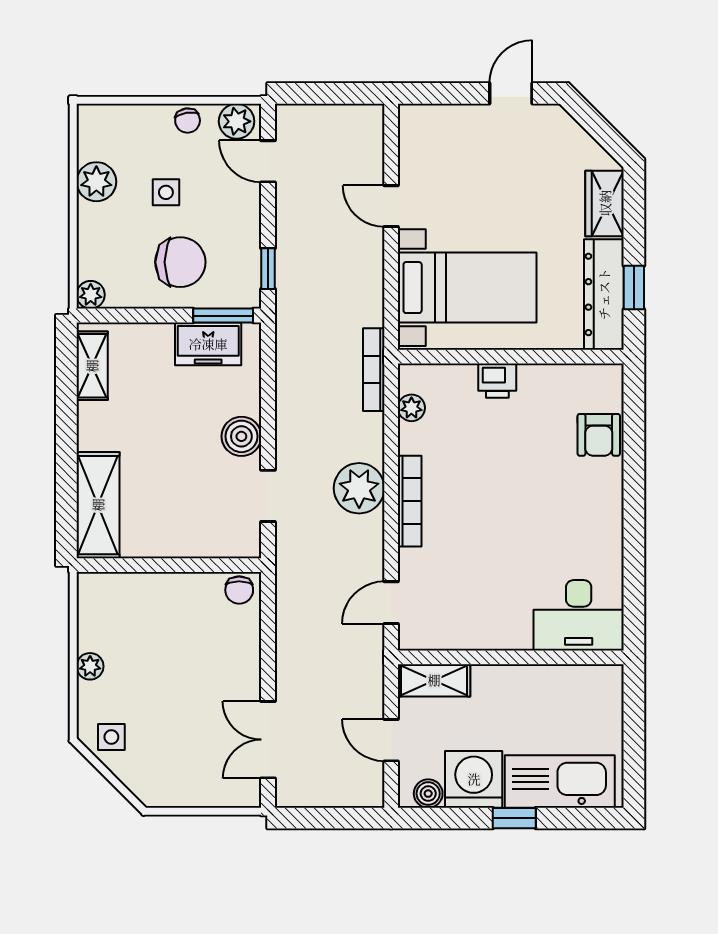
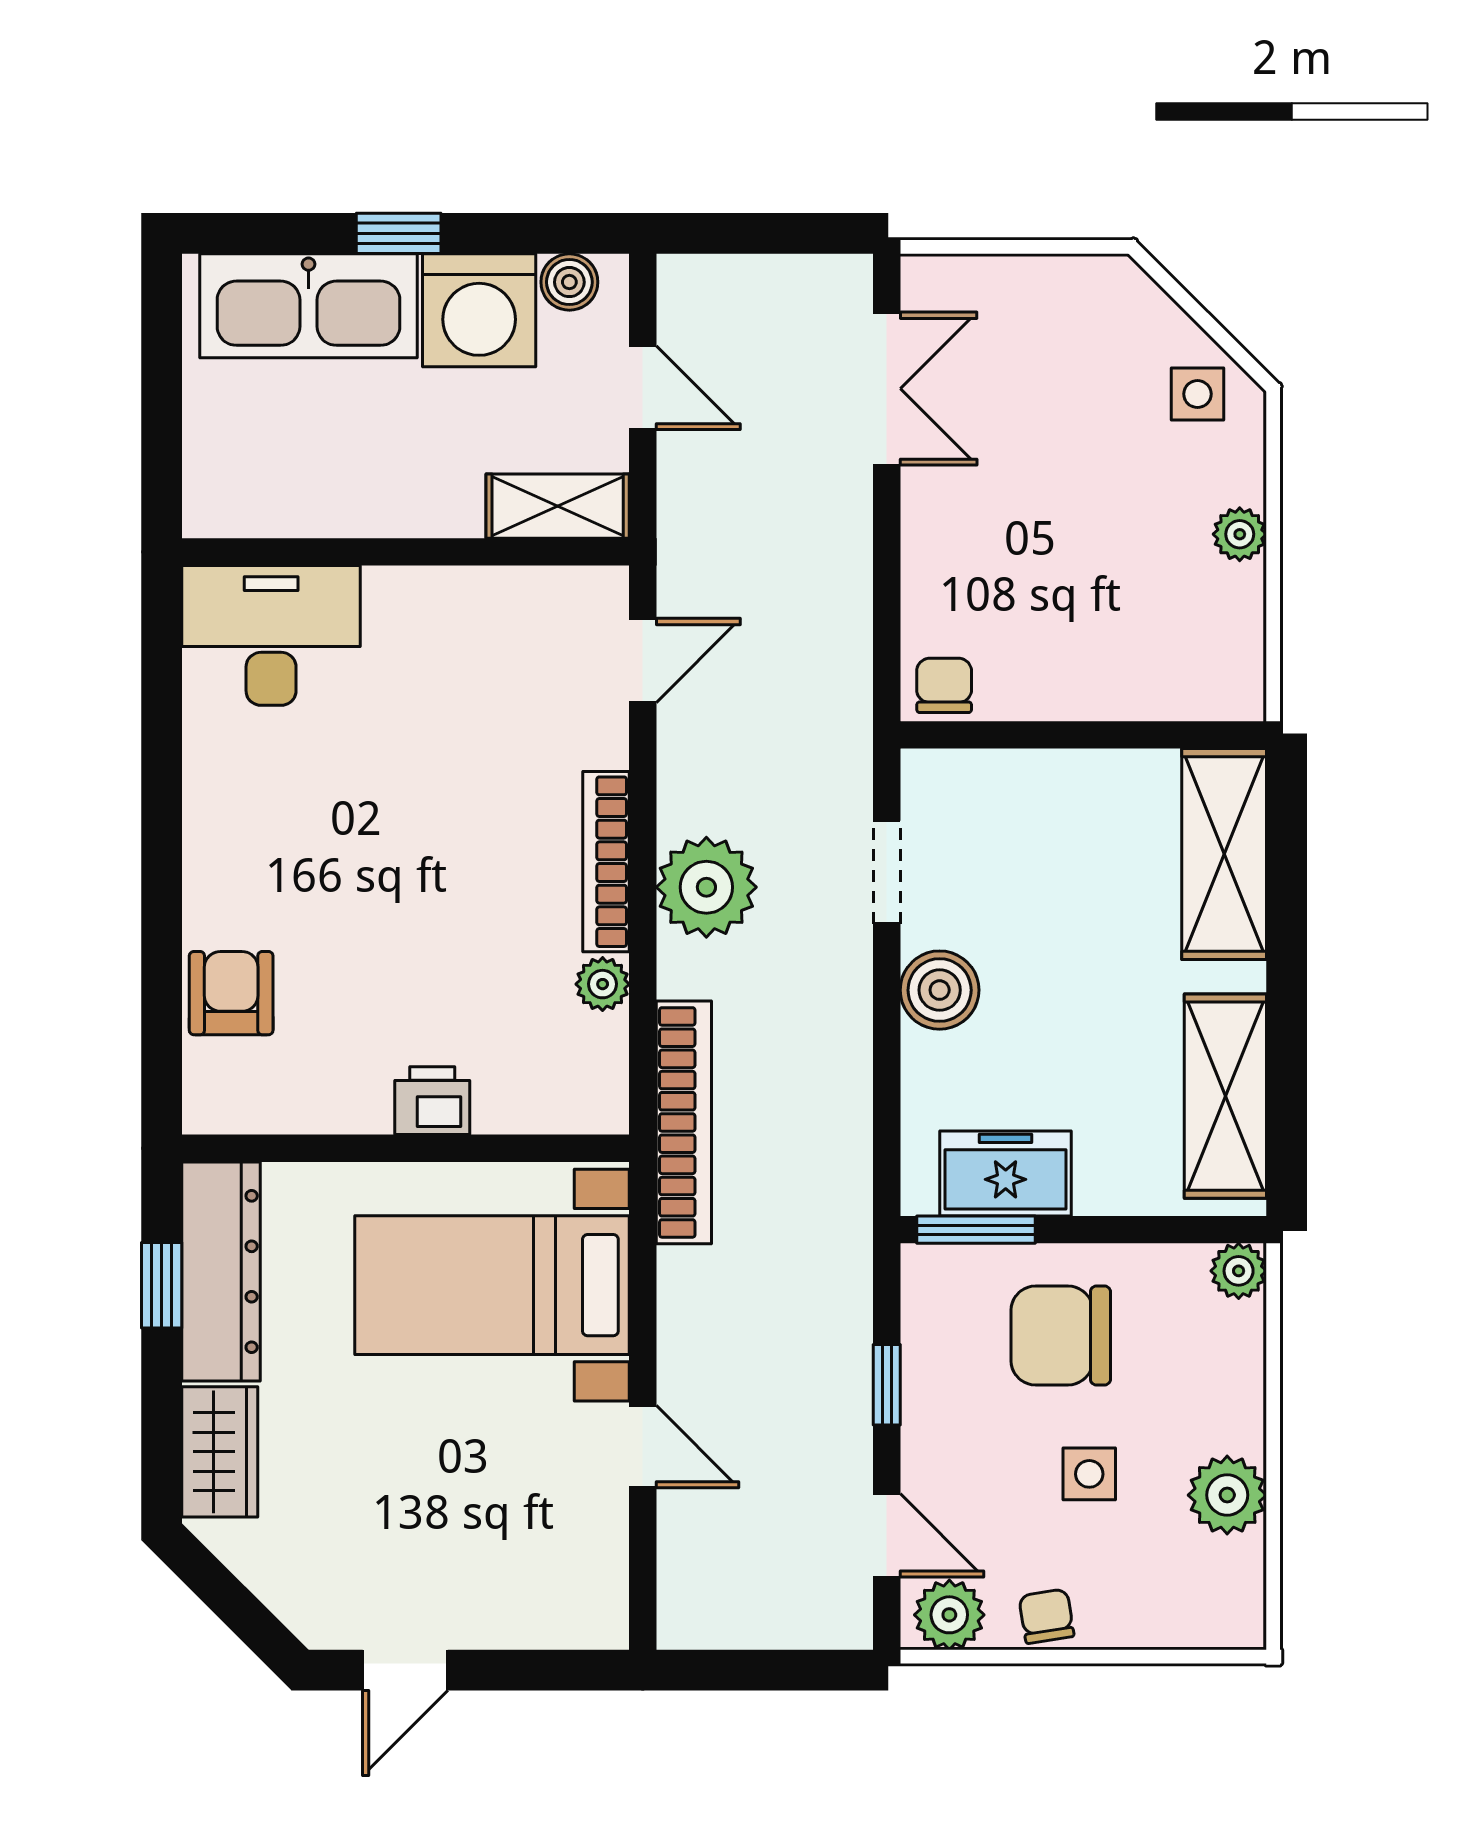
window: (268, 269) -> (887, 1385), moved
shelving: (92, 366) -> (1225, 1096), width x1.50, depth x1.33
bookcase: (374, 370) -> (684, 1122), width x1.48, depth x1.31
plant: (411, 408) -> (603, 984), moved

